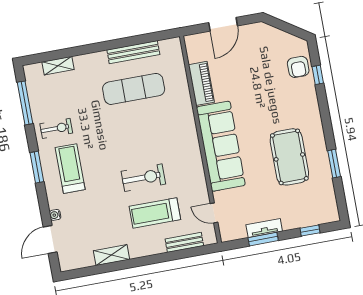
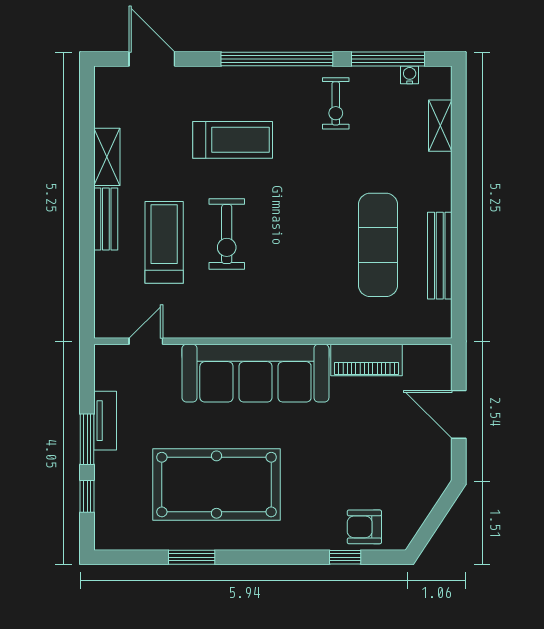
pool table: (289, 157) -> (216, 485), width x1.36, depth x1.32
window: (37, 167) -> (277, 59), width x2.11
treadmill: (70, 169) -> (233, 140), moved
water cooler: (55, 215) -> (410, 75), moved
window: (263, 239) -> (87, 439), moved
bench: (184, 242) -> (106, 219), moved

